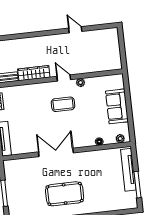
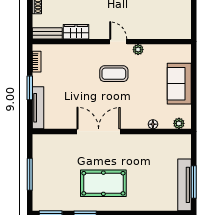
wardrobe: (34, 73) -> (76, 32), width x0.67
tv unit: (128, 170) -> (184, 185), moved

